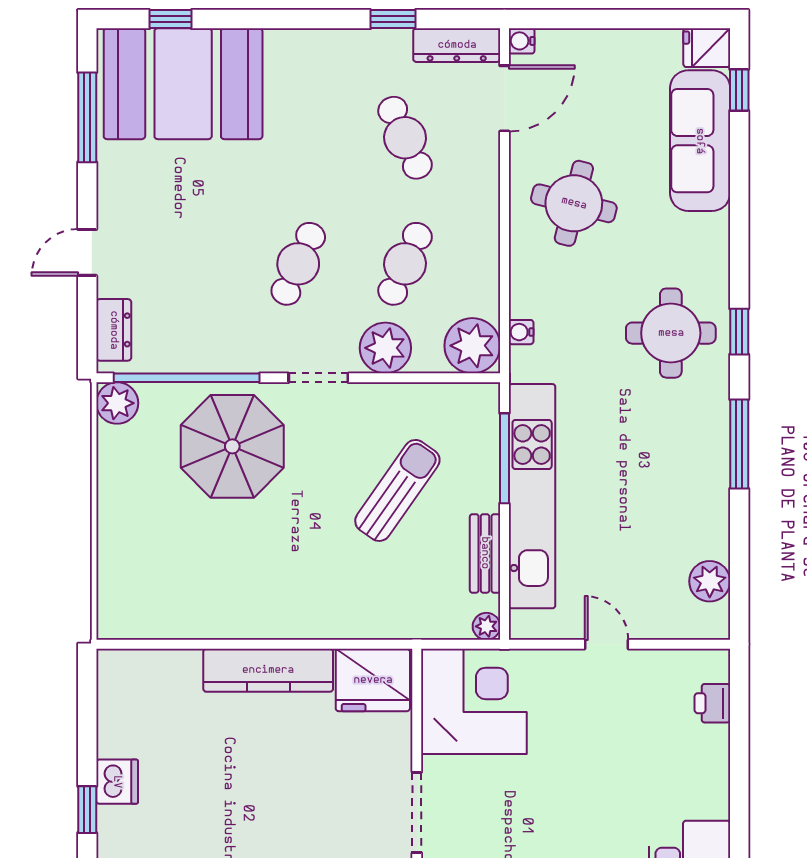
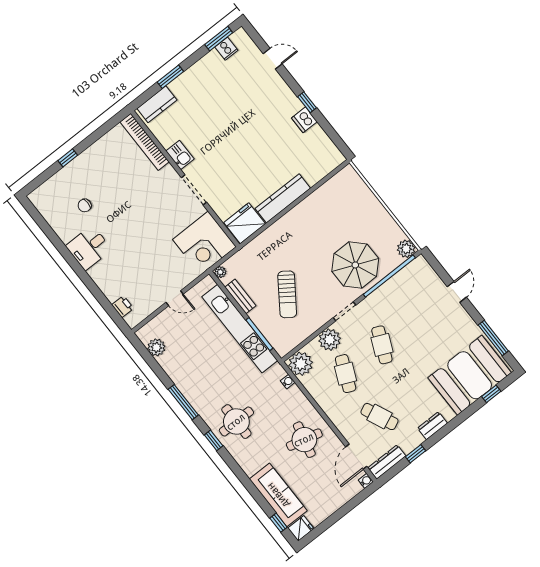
dresser: (114, 330) -> (432, 426), moved, turned 90

